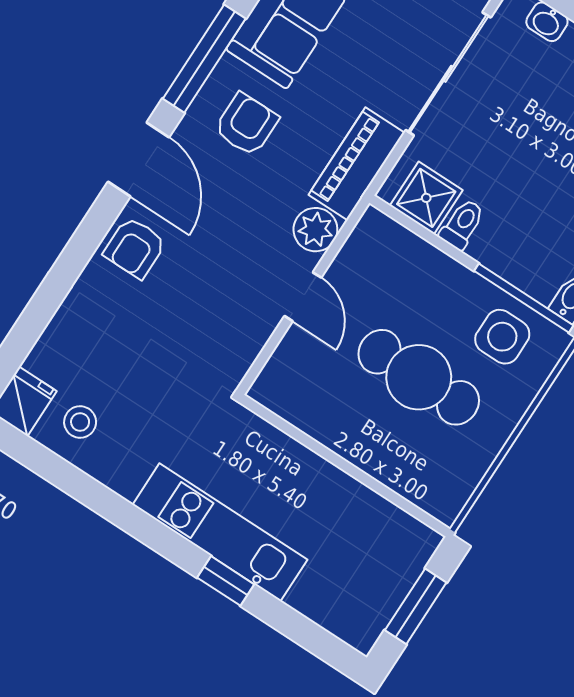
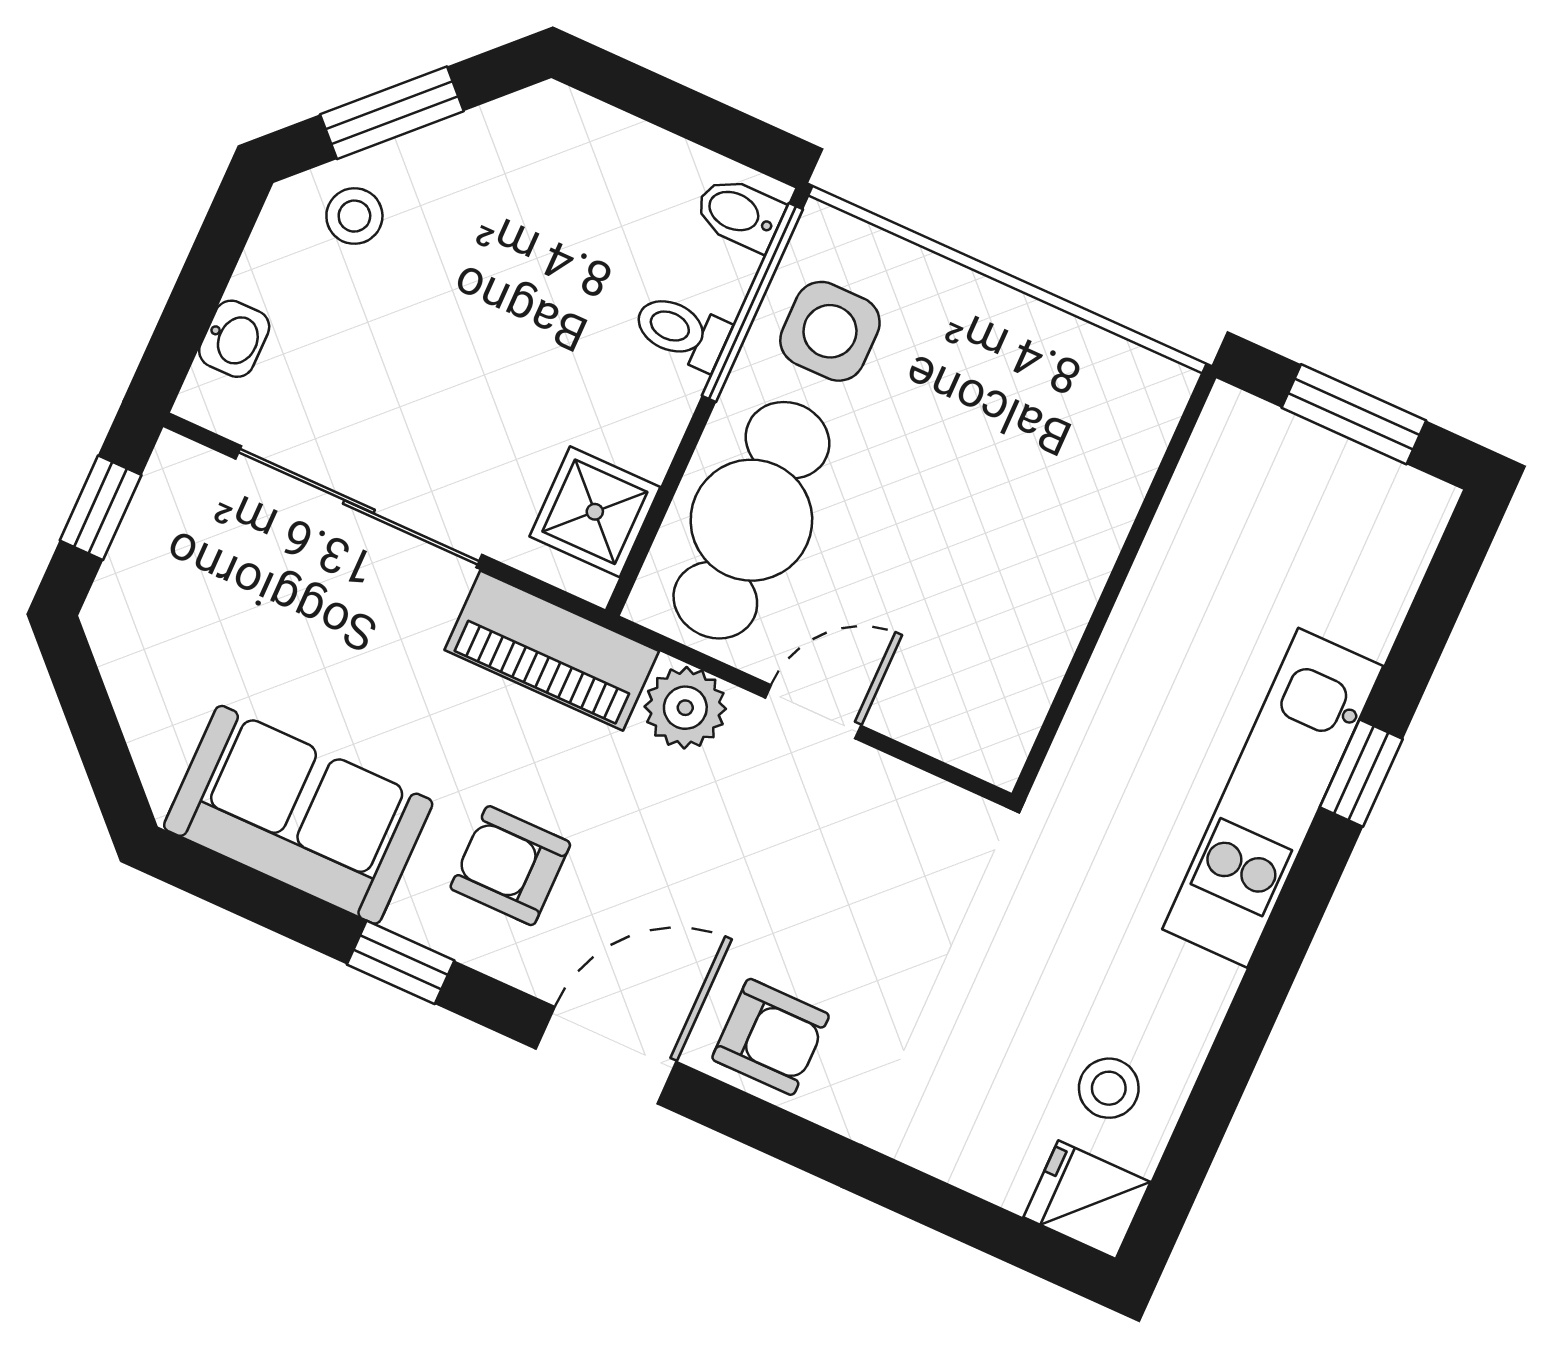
window: (204, 59) -> (401, 962), width x0.46
toilet: (462, 224) -> (681, 331), moved
cafe table: (419, 377) -> (751, 520), moved

